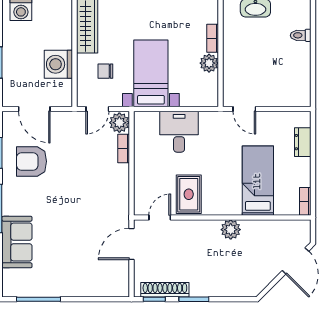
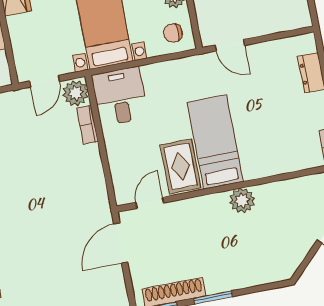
chair: (105, 71) -> (173, 33), moved
desk: (179, 132) -> (120, 96), moved
bed: (258, 181) -> (215, 142), moved

